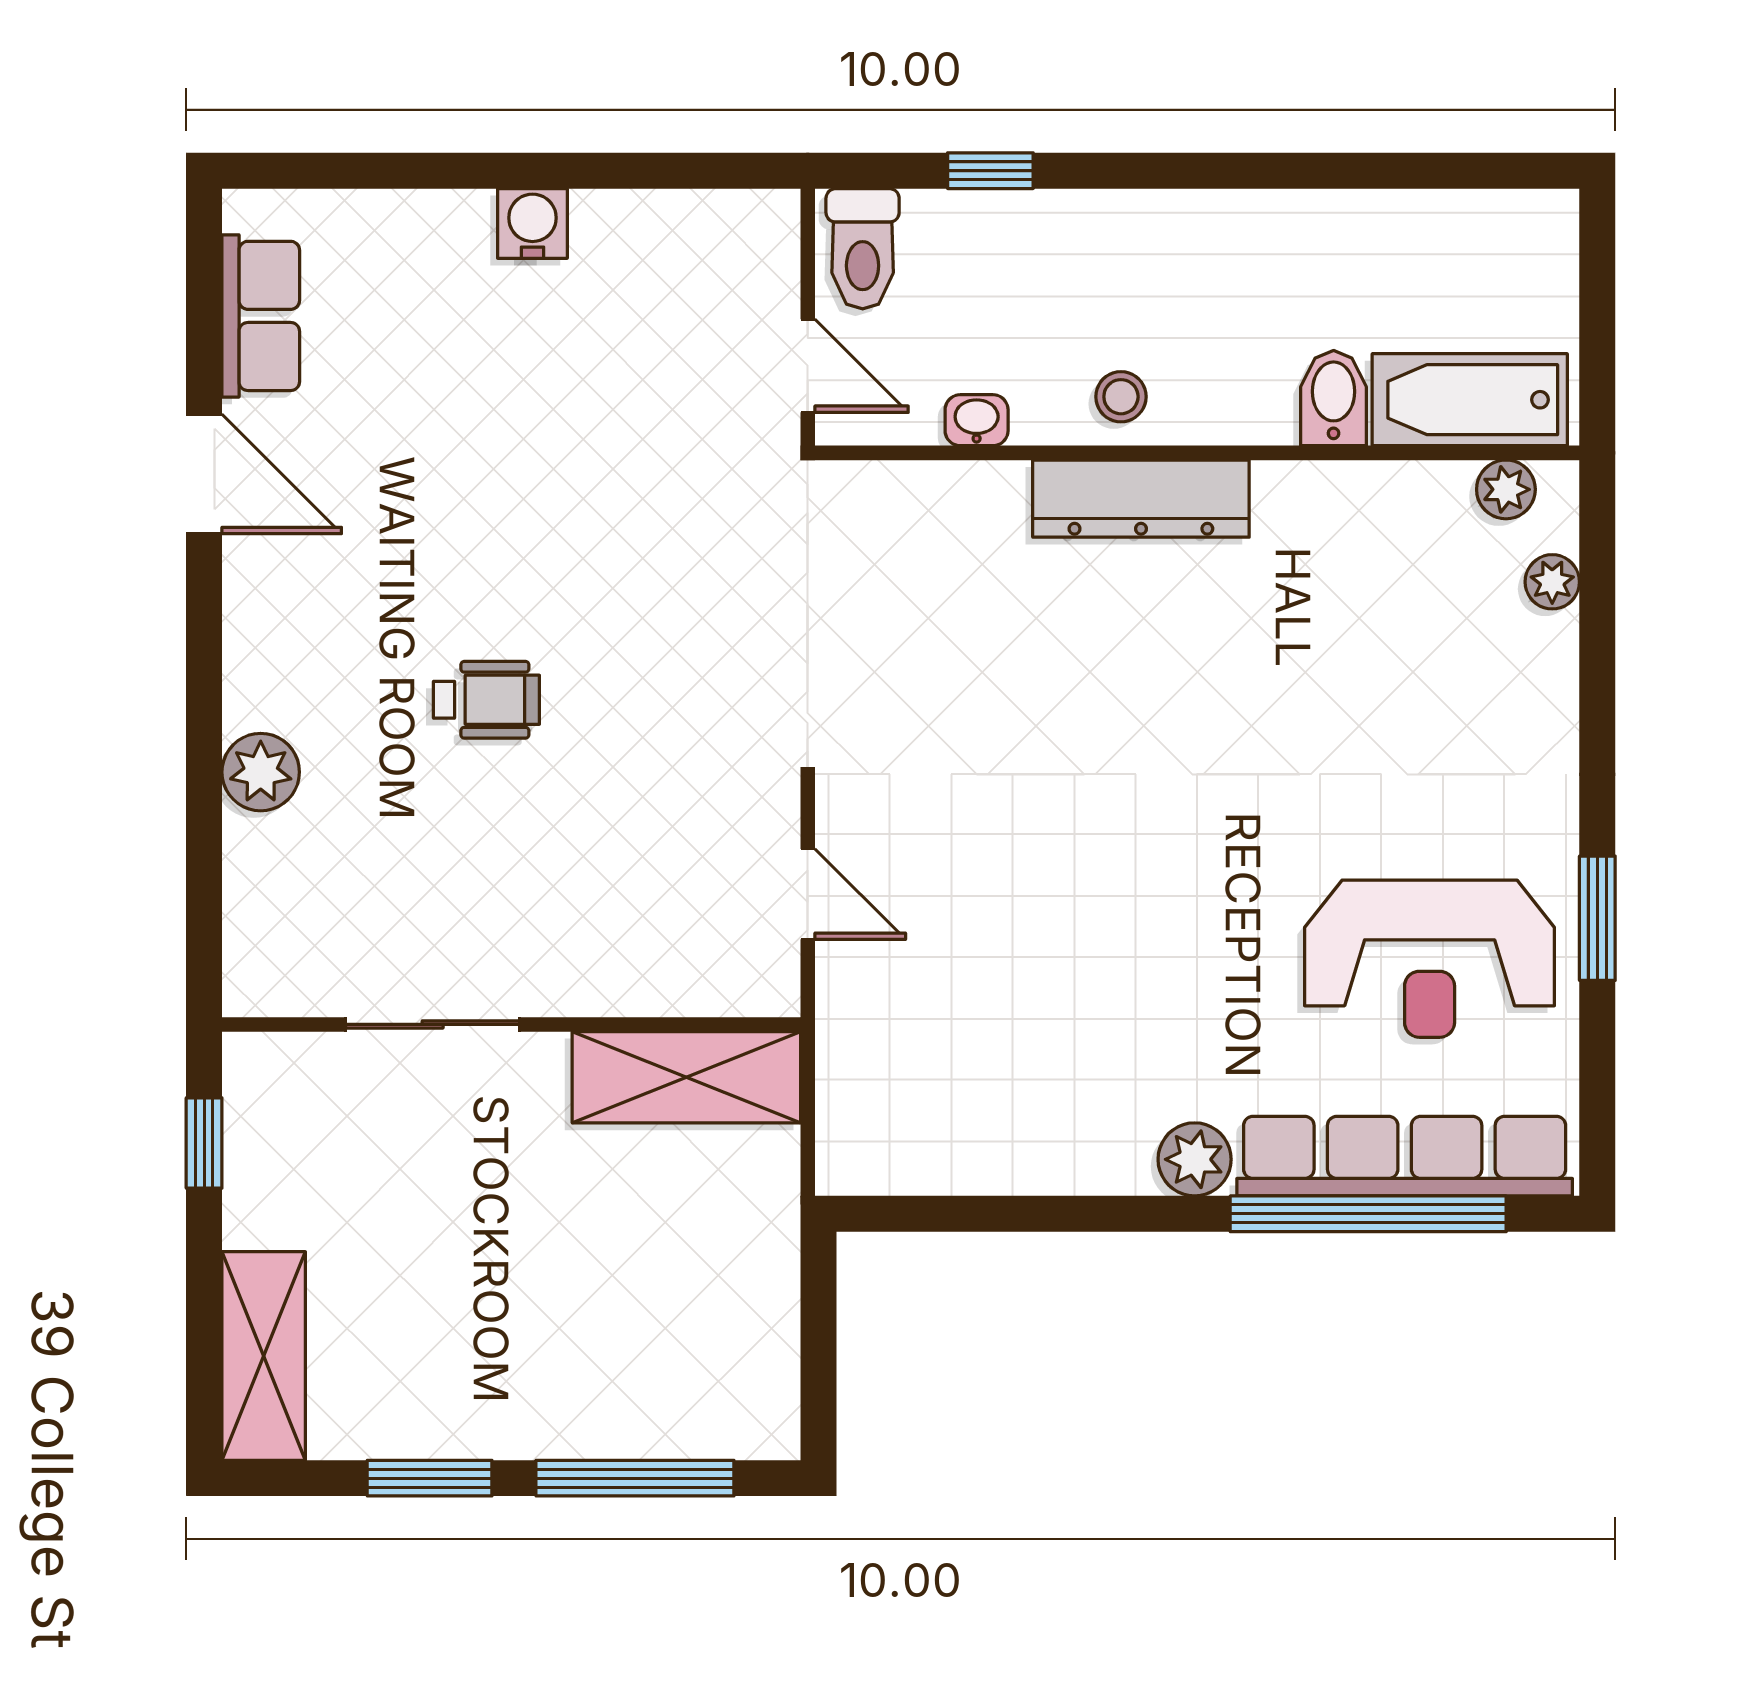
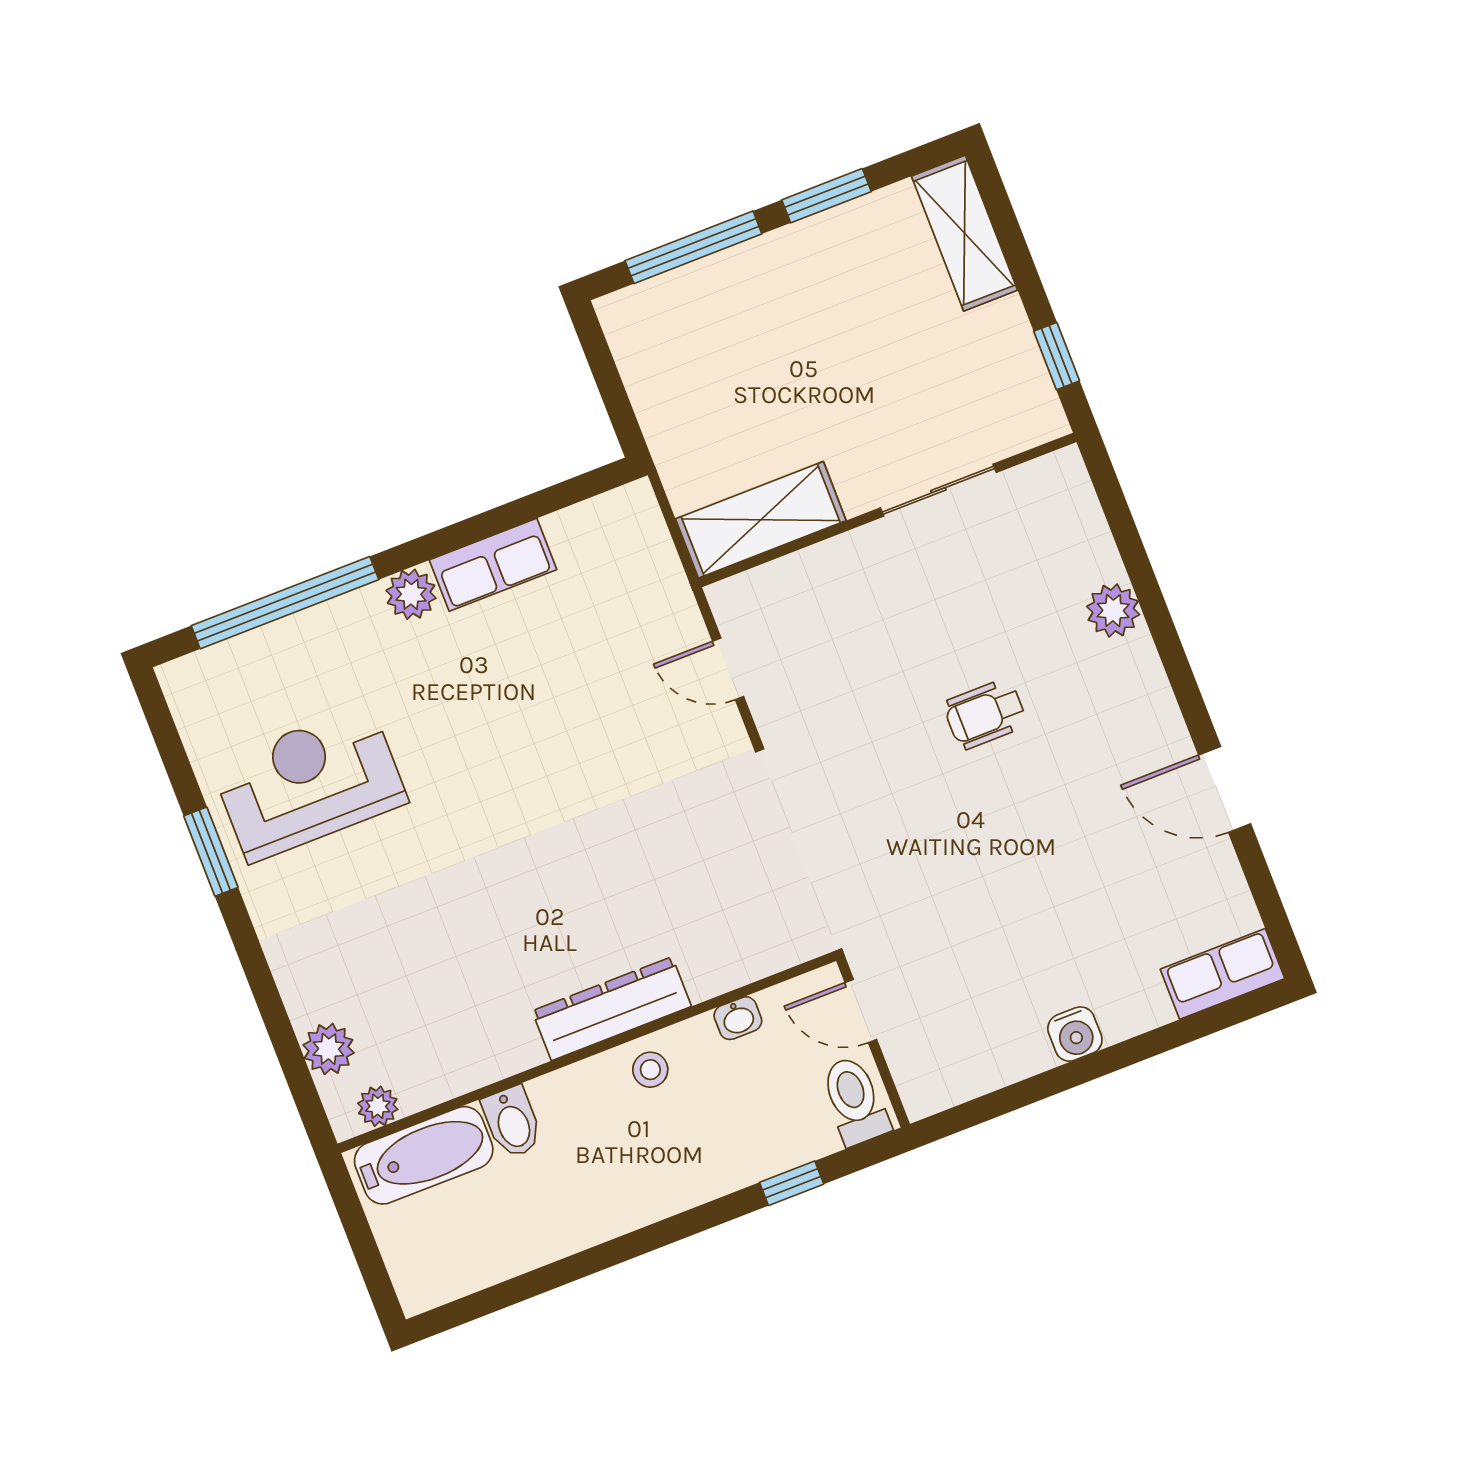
row of seats: (261, 316) -> (1222, 974), moved, turned 90
plant: (1552, 582) -> (329, 1049), width x1.38, depth x1.38
row of seats: (1405, 1156) -> (493, 565), moved, width x0.50

